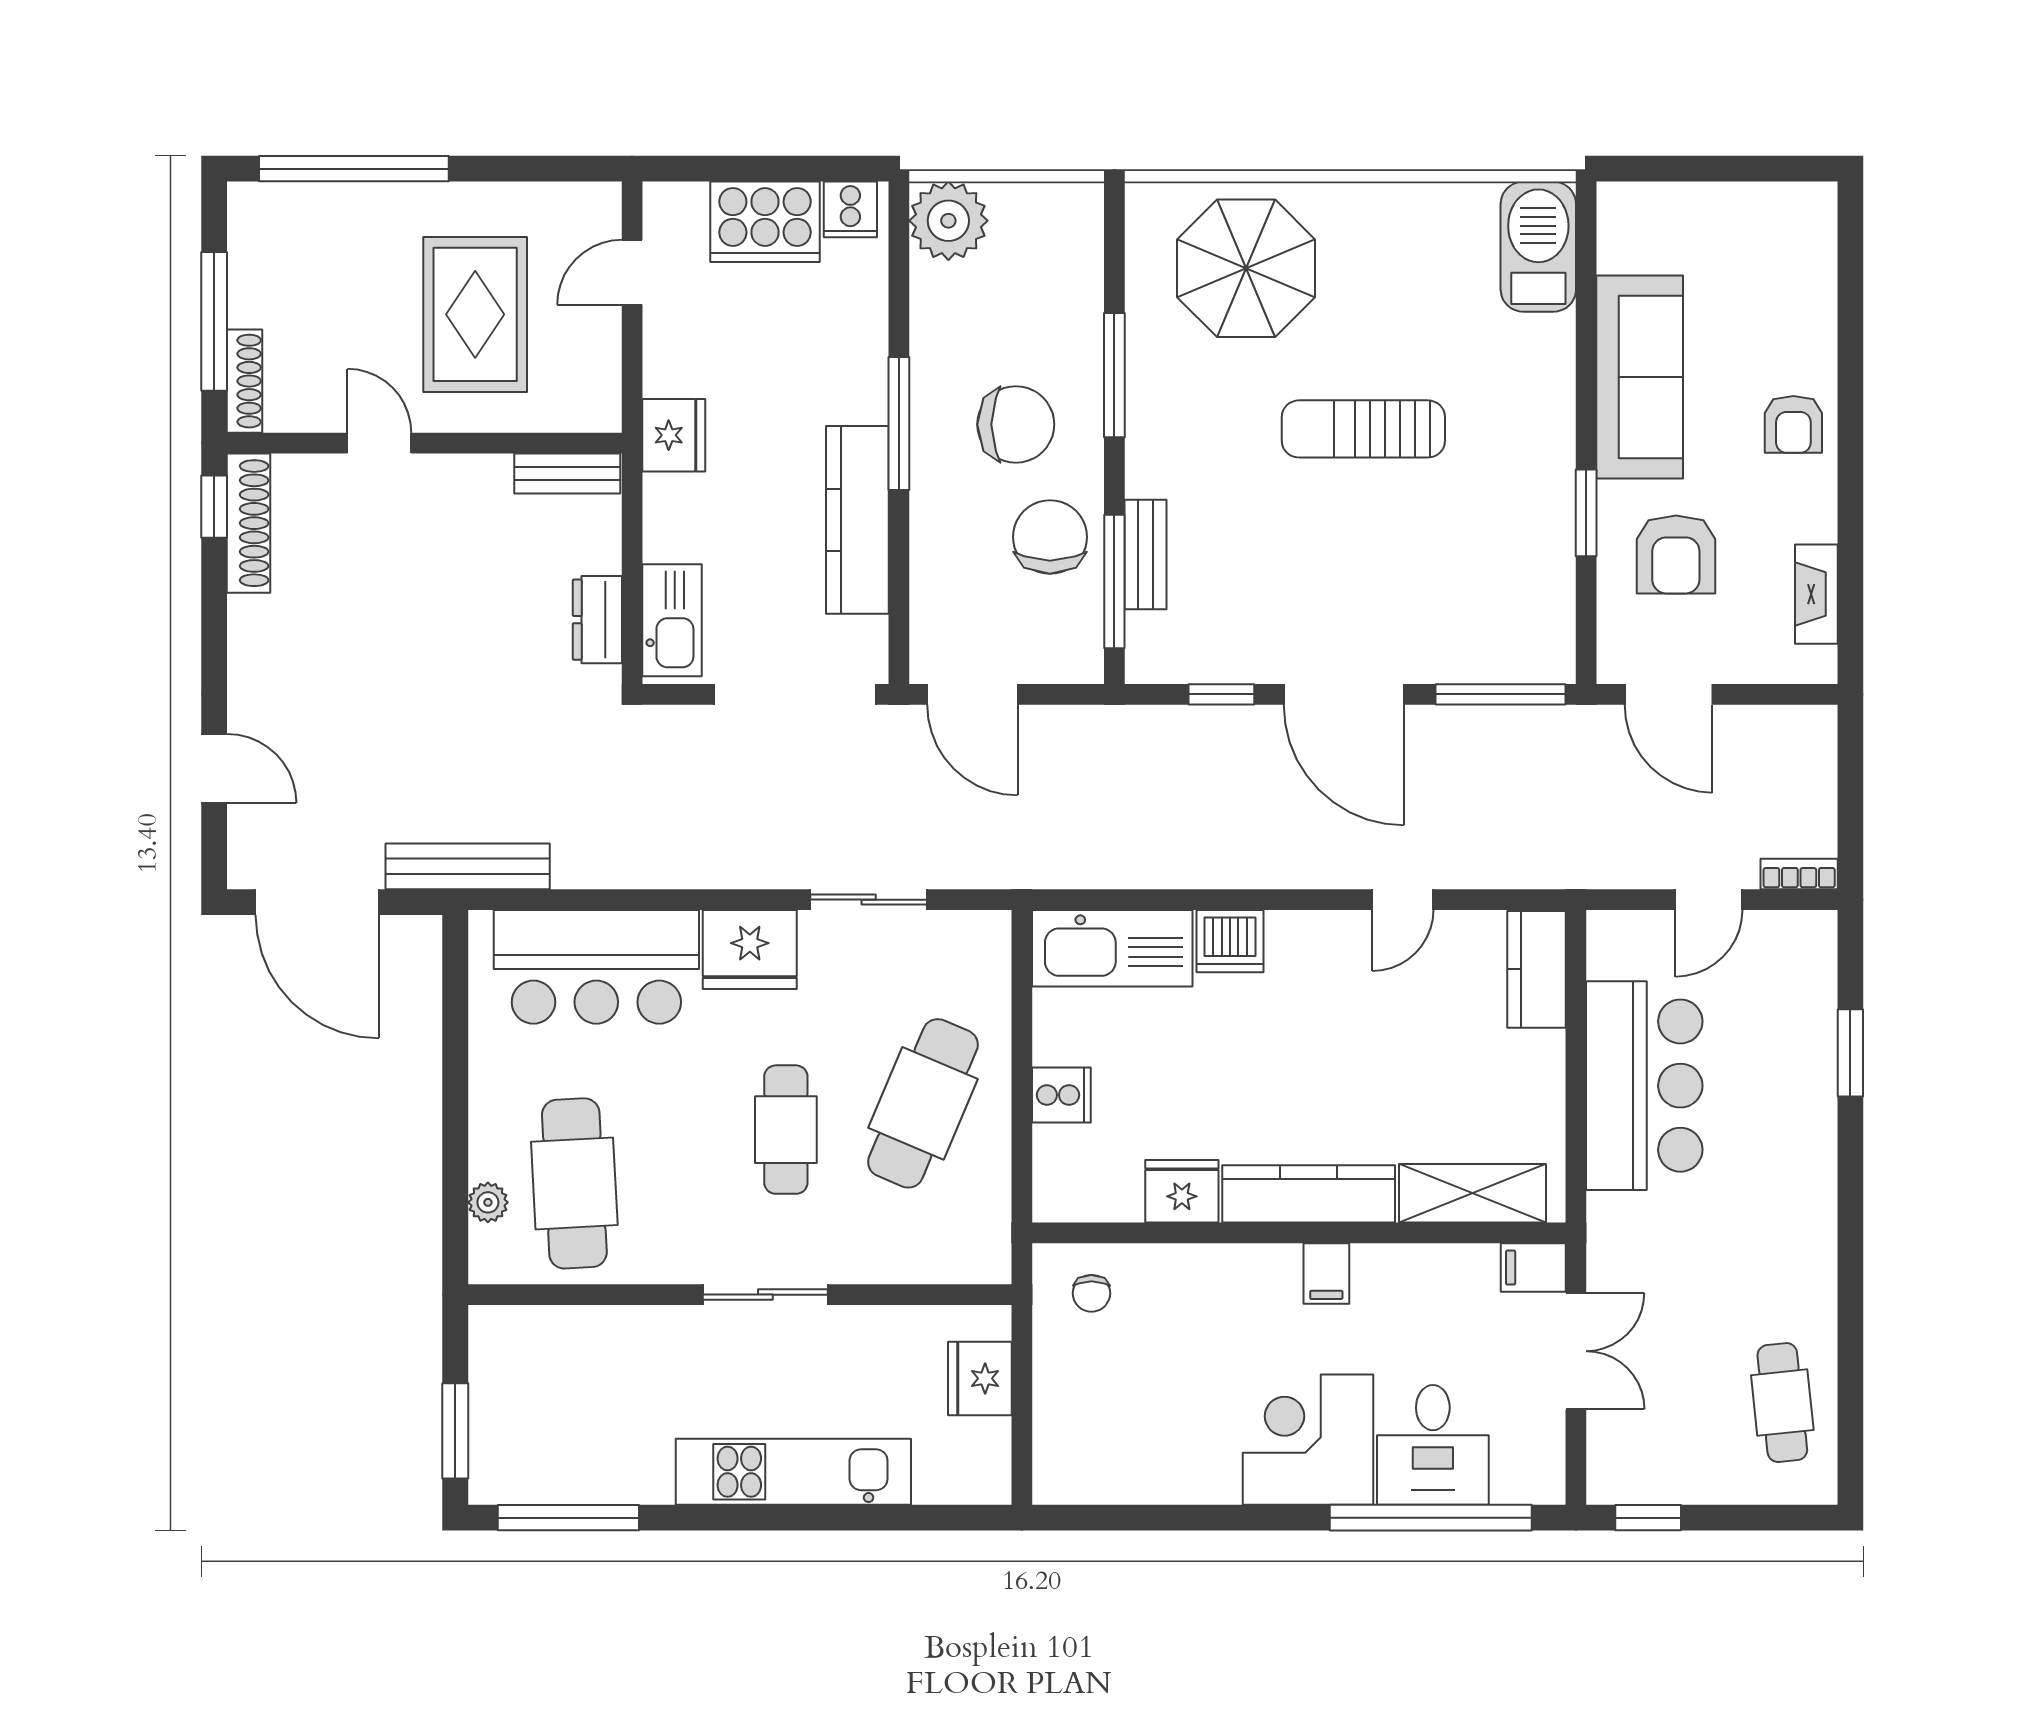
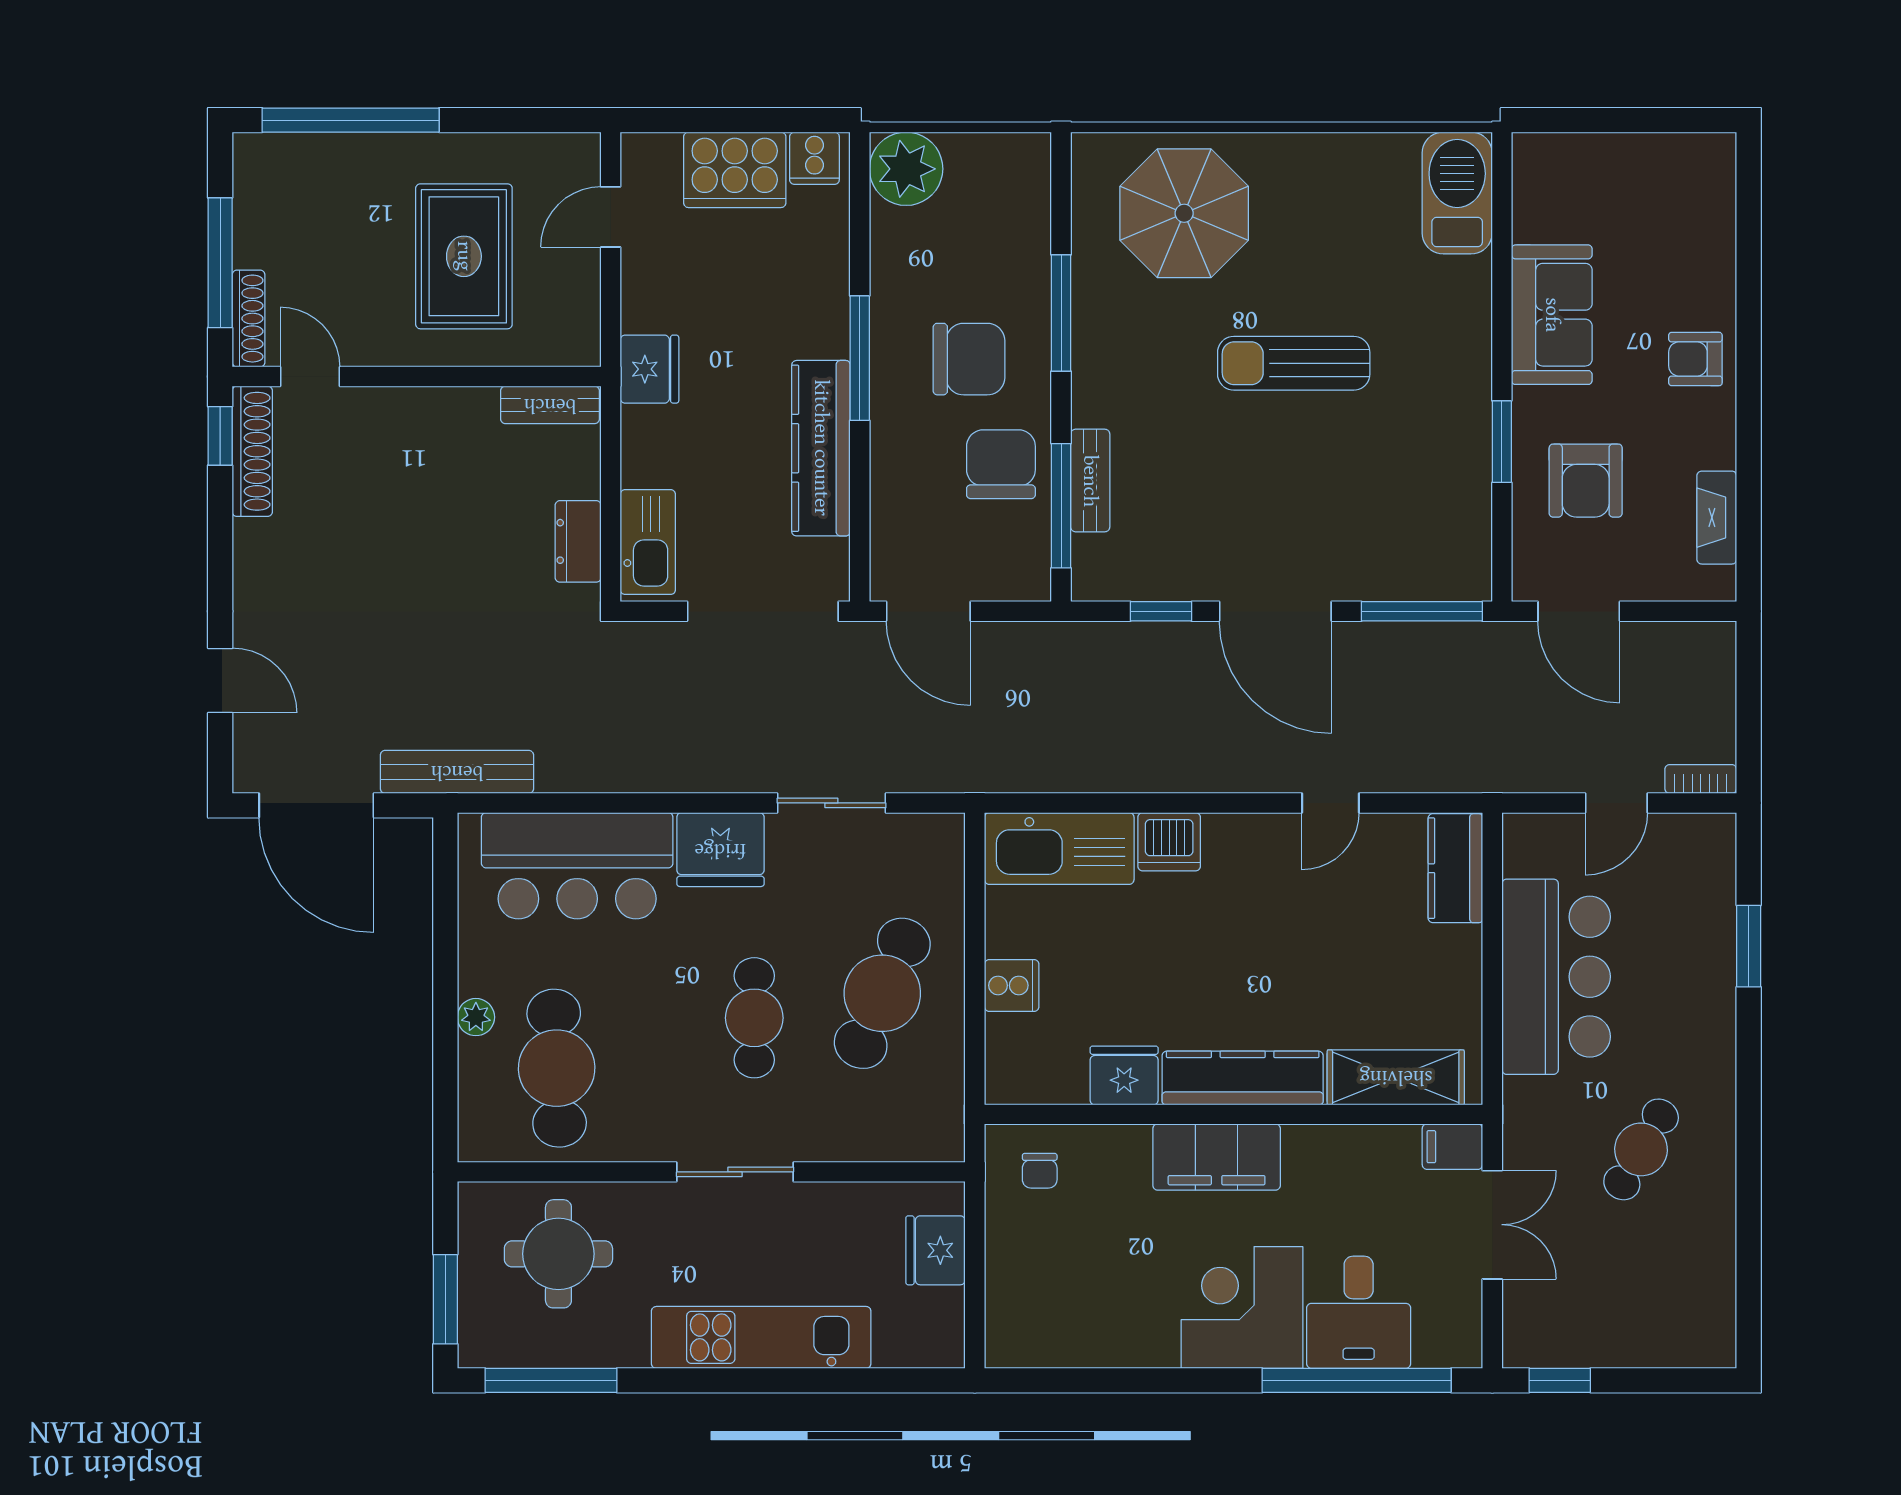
sofa: (1640, 377) -> (1552, 315), width x0.73
armchair: (1793, 424) -> (1695, 359), turned 90
door: (379, 443) -> (310, 376), moved
plant: (488, 1202) -> (476, 1017), moved
filing cabinet: (1326, 1274) -> (1217, 1157), width x3.00, depth x1.17
round table: (576, 1382) -> (558, 1254), added
cafe table: (1782, 1403) -> (1641, 1149), moved, turned 36

